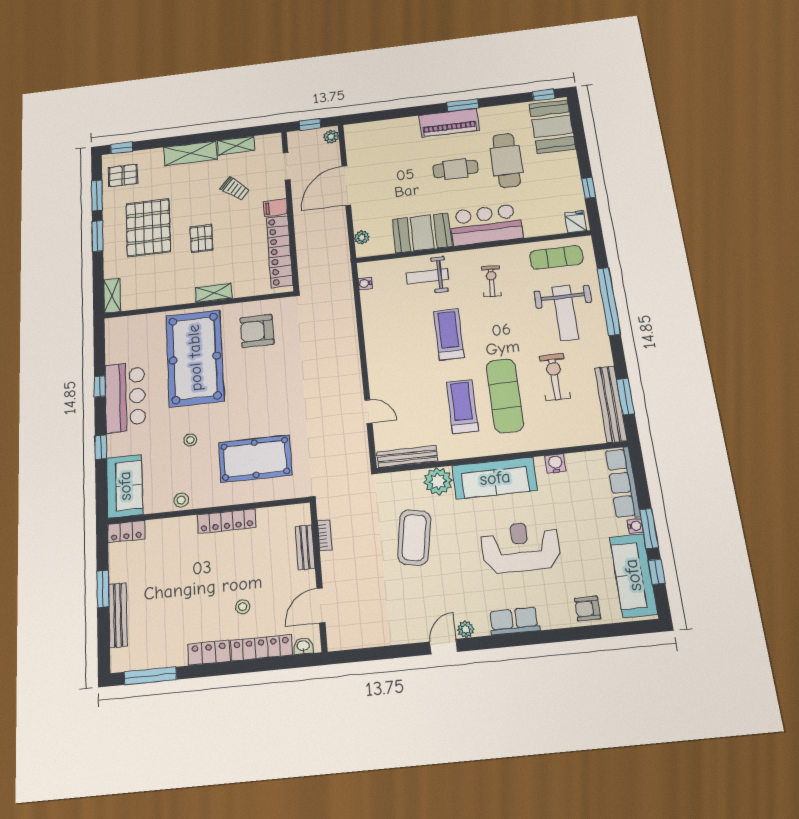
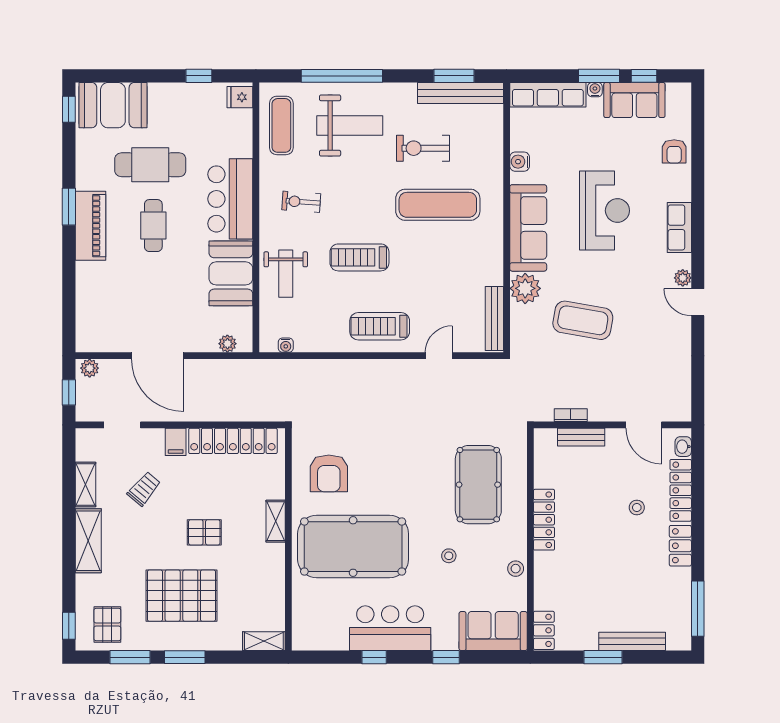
treadmill: (462, 406) -> (380, 326), moved
reception desk: (521, 547) -> (604, 211), turned 180
sofa: (633, 575) -> (634, 100), width x0.73

